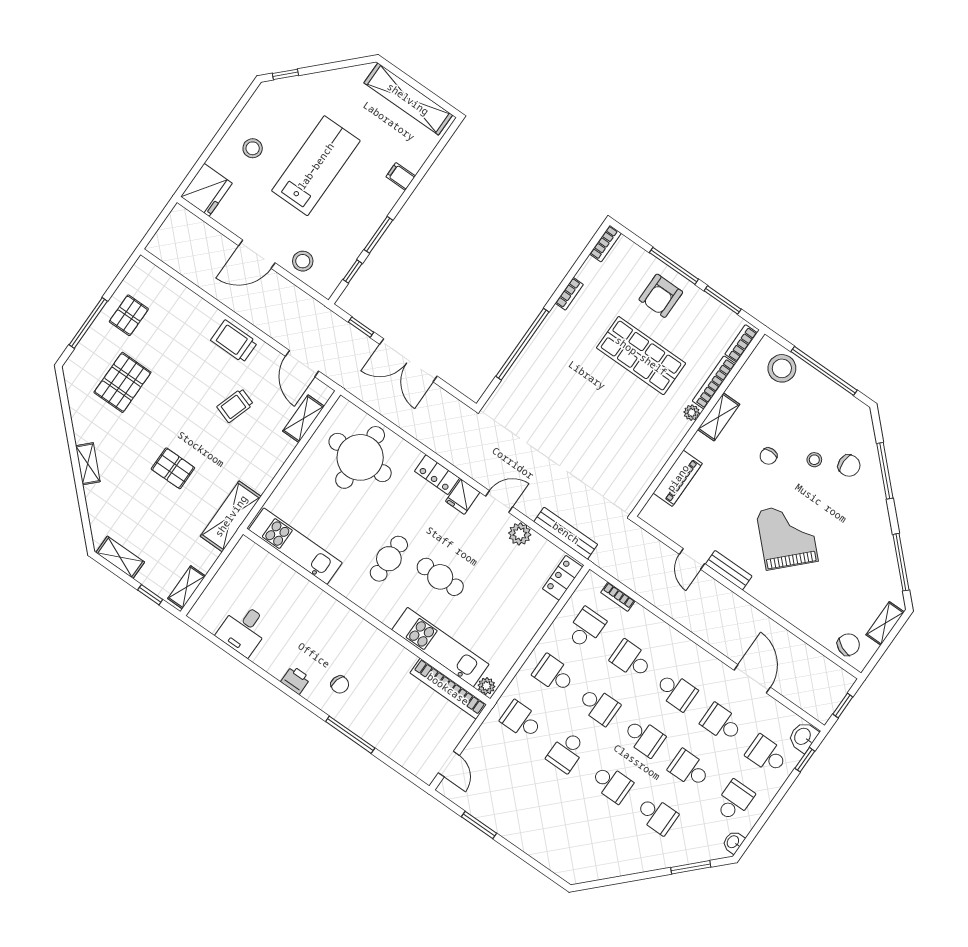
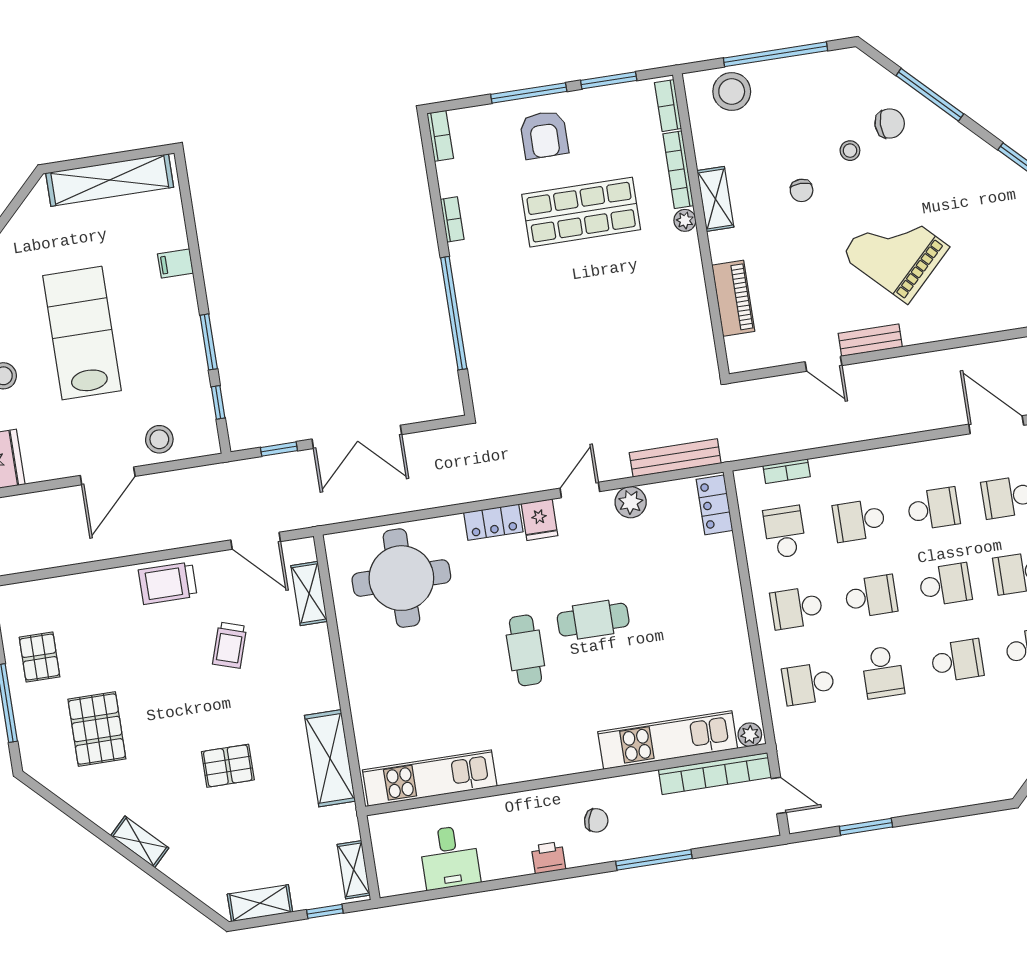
kitchen unit: (295, 546) -> (430, 778), moved
wall: (367, 616) -> (566, 780), moved
kitchen unit: (440, 647) -> (668, 740), moved
plant: (486, 686) -> (750, 735), moved
bookcase: (448, 689) -> (715, 774), moved

